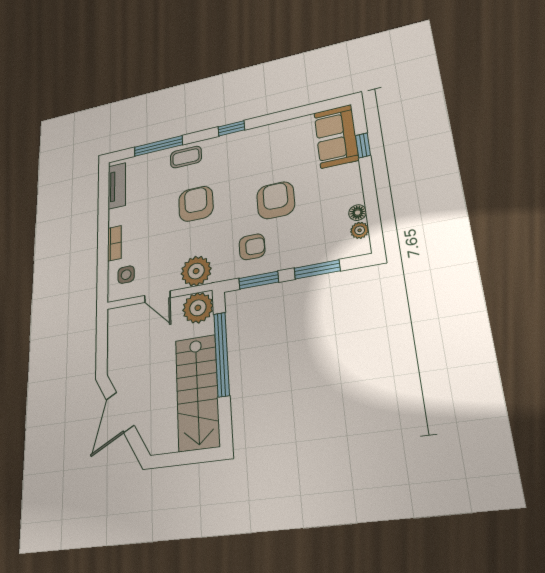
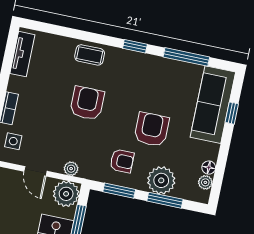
sofa: (336, 136) -> (213, 105), width x1.36
window: (158, 146) -> (186, 57), moved
plant: (305, 249) -> (161, 180), added
plant: (196, 271) -> (71, 169), width x0.53, depth x0.53

